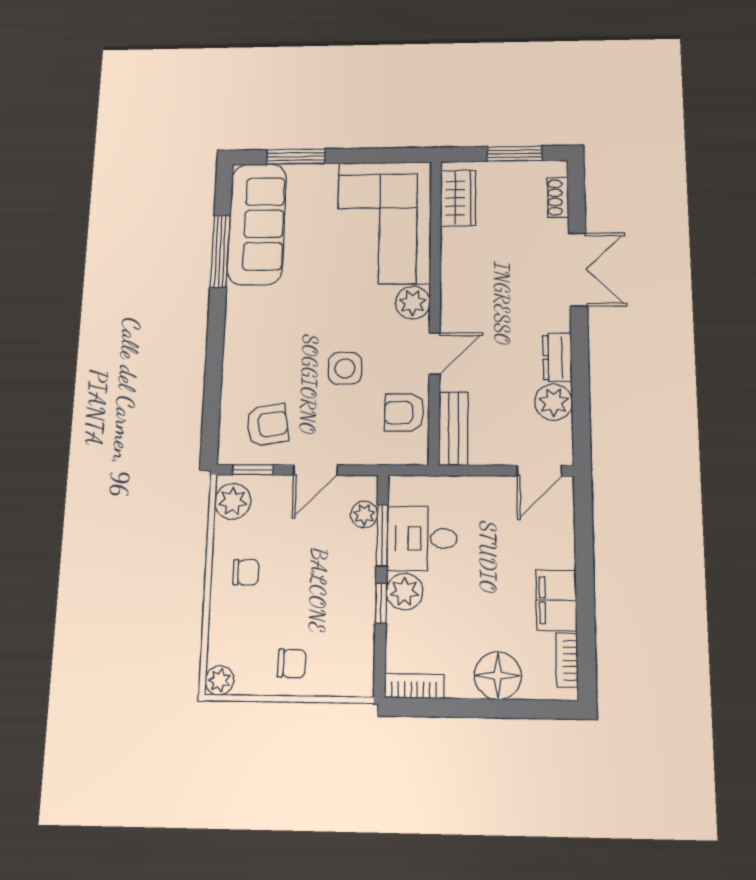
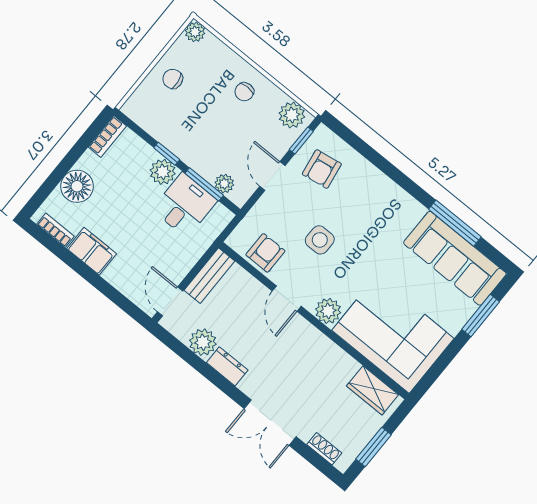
bench: (453, 429) -> (209, 276), moved, turned 90
chair: (292, 663) -> (173, 79), turned 81

